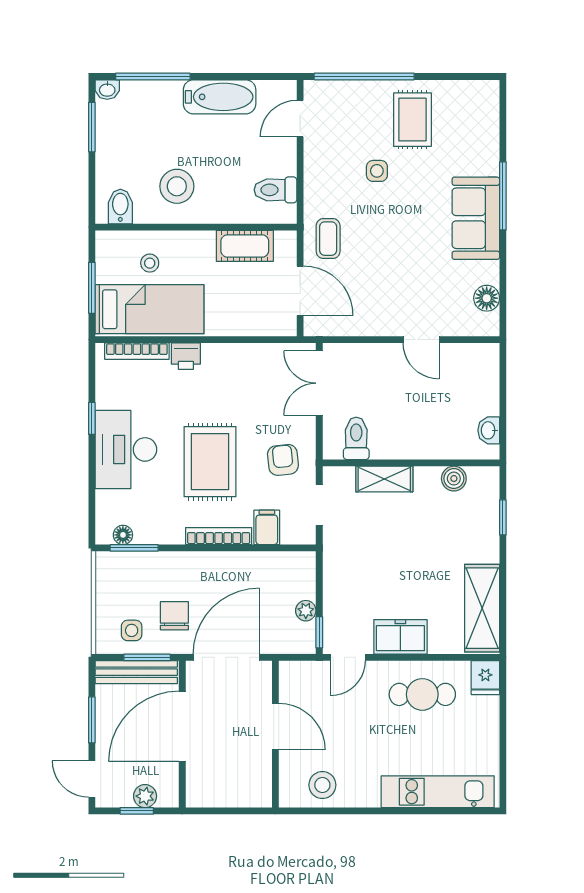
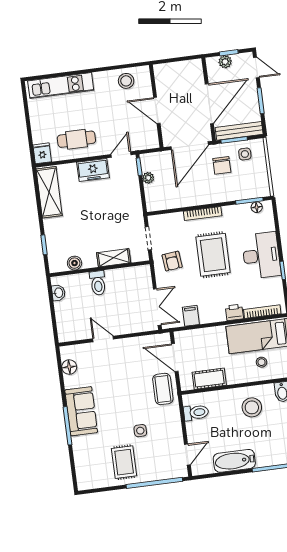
coffee table: (328, 239) -> (163, 389), width x1.36, depth x1.30
toilet: (356, 438) -> (98, 283), moved
filing cabinet: (267, 527) -> (191, 316), moved, turned 180

